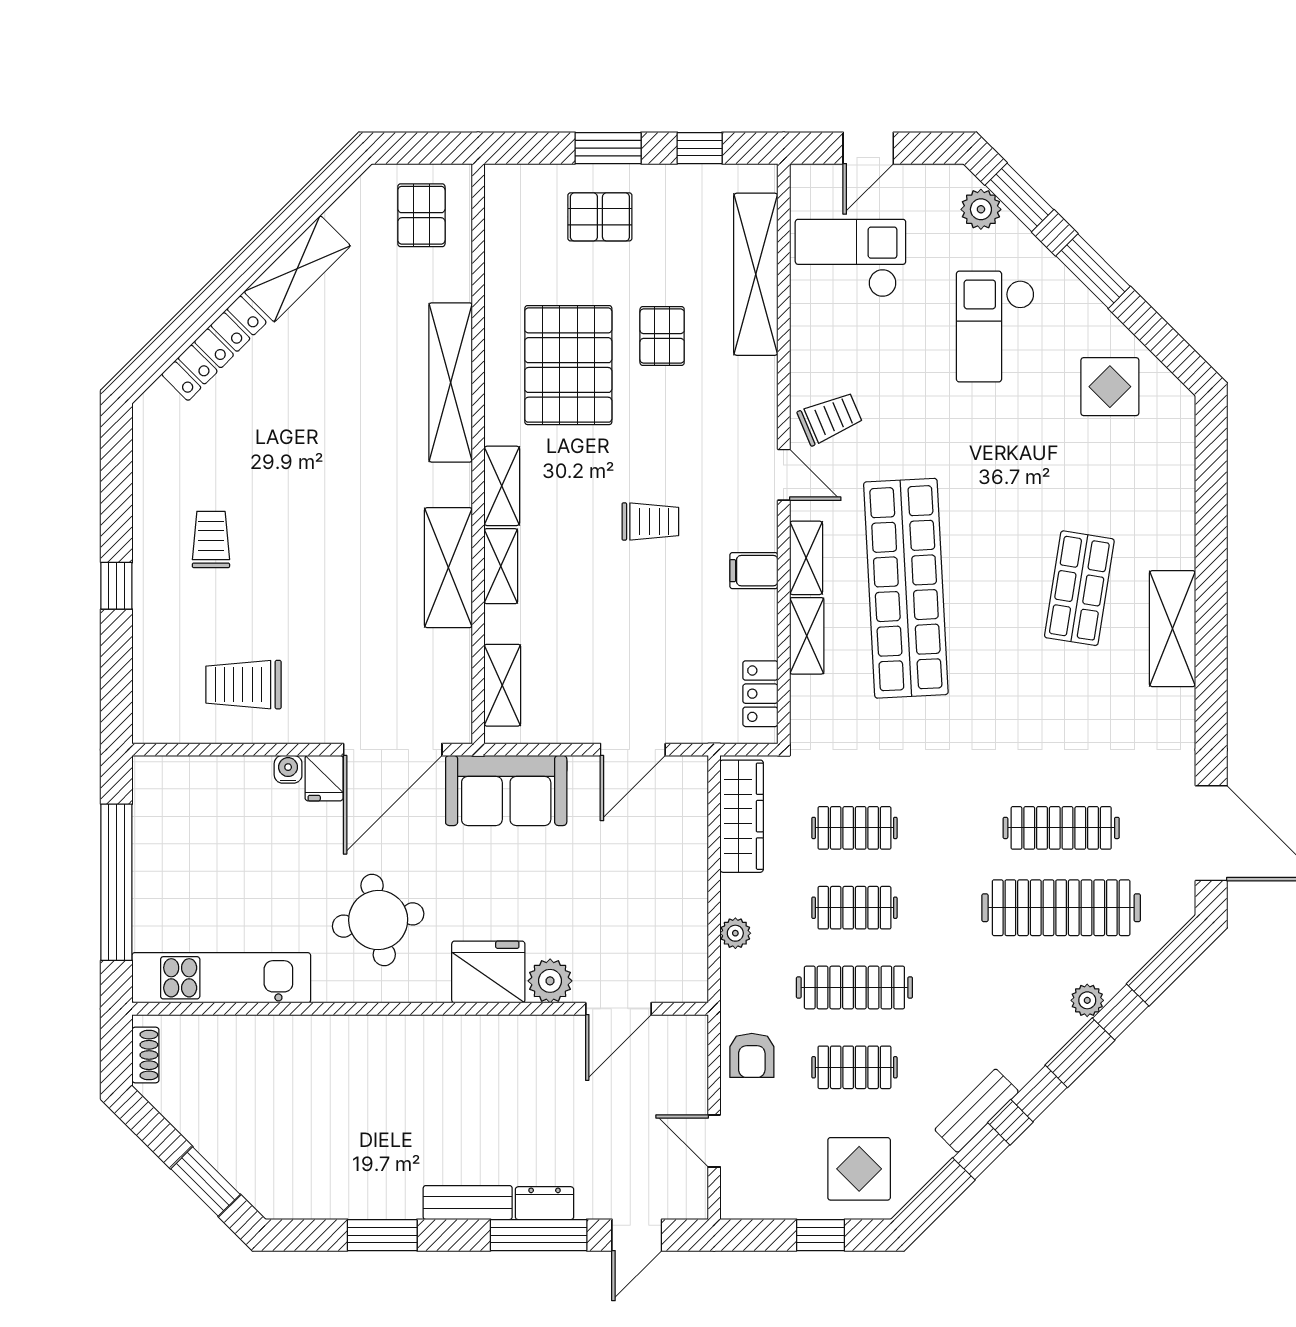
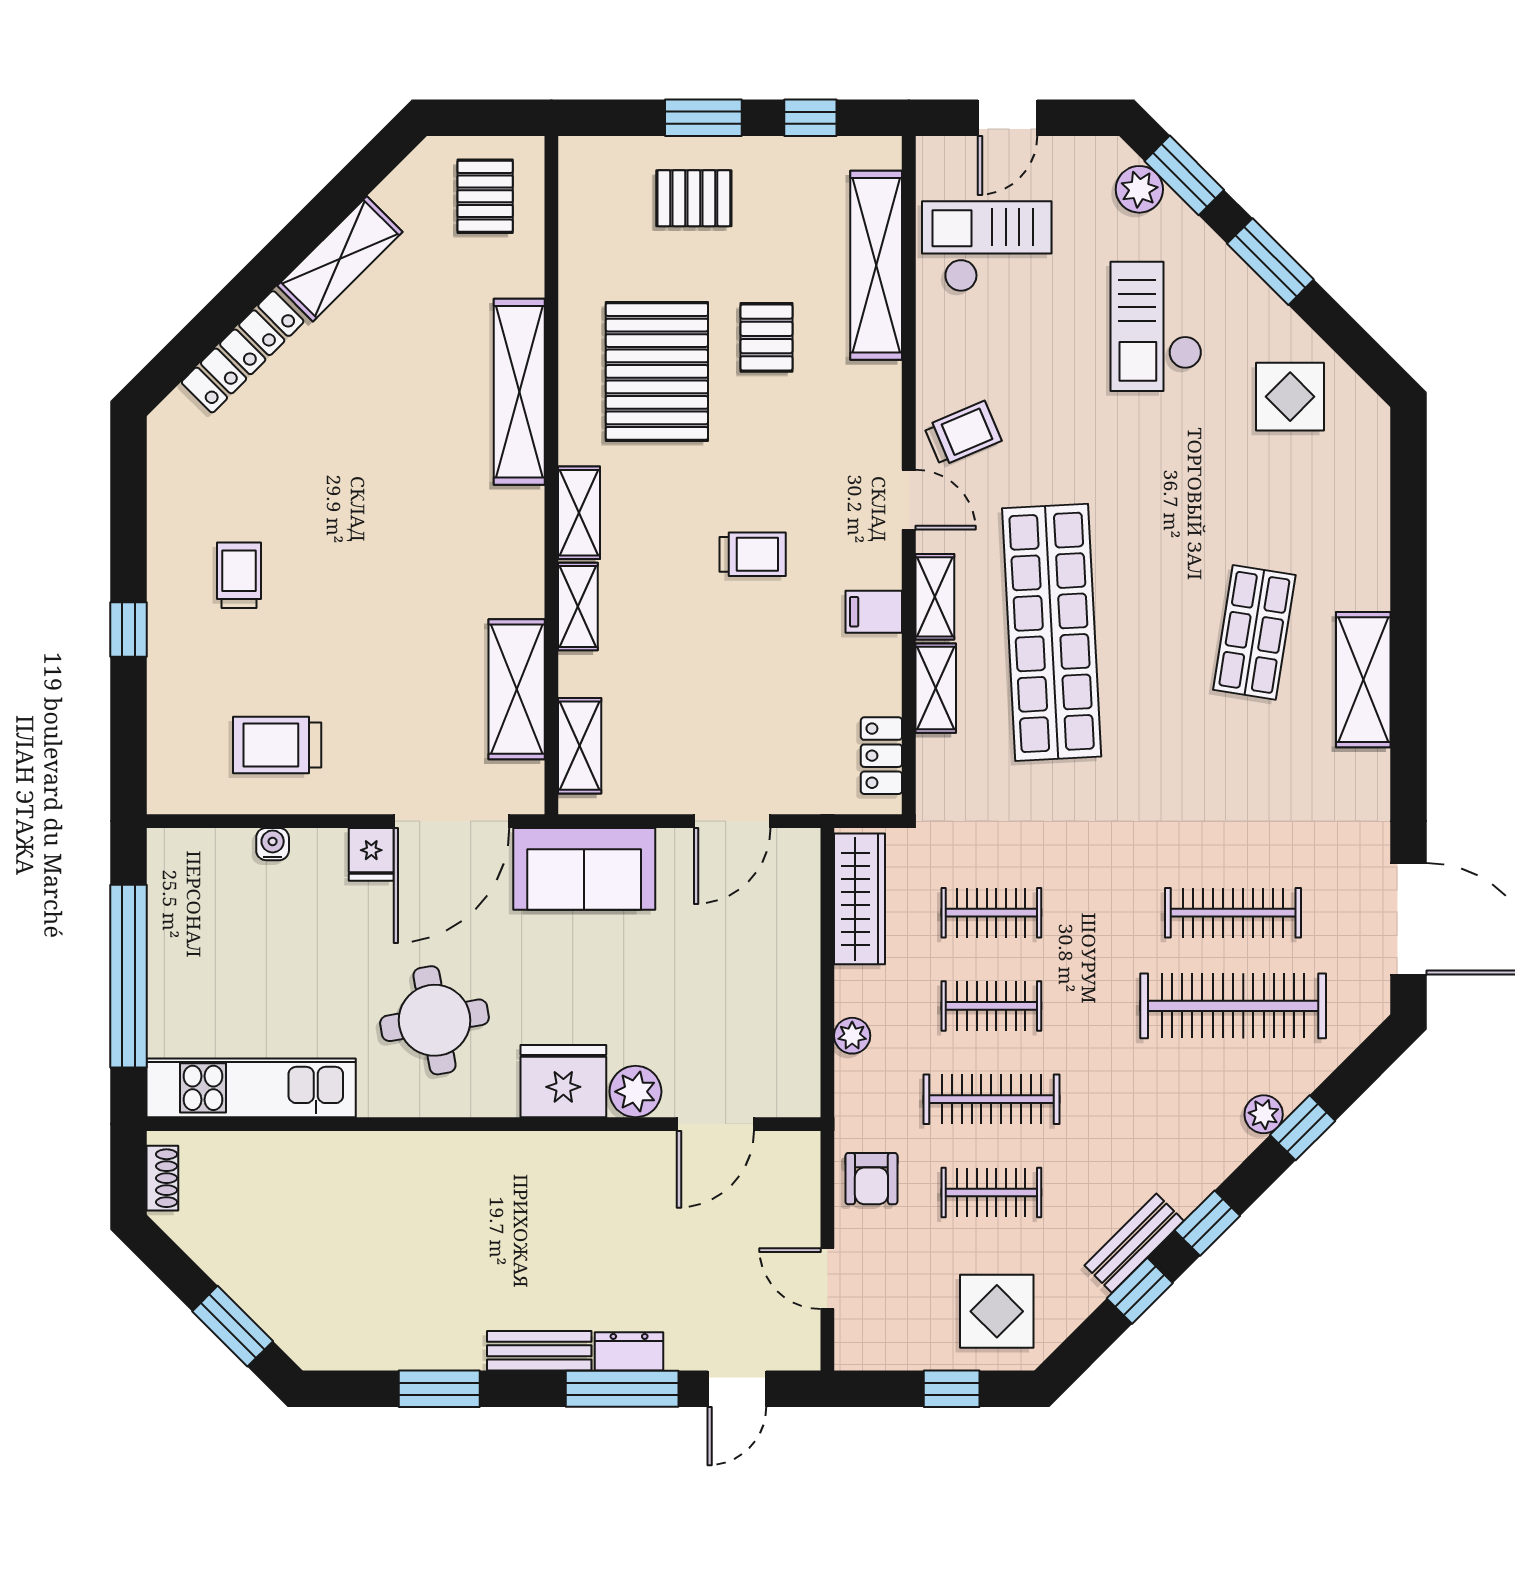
shelving: (448, 568) -> (517, 689), moved
water cooler: (288, 769) -> (273, 844), moved

